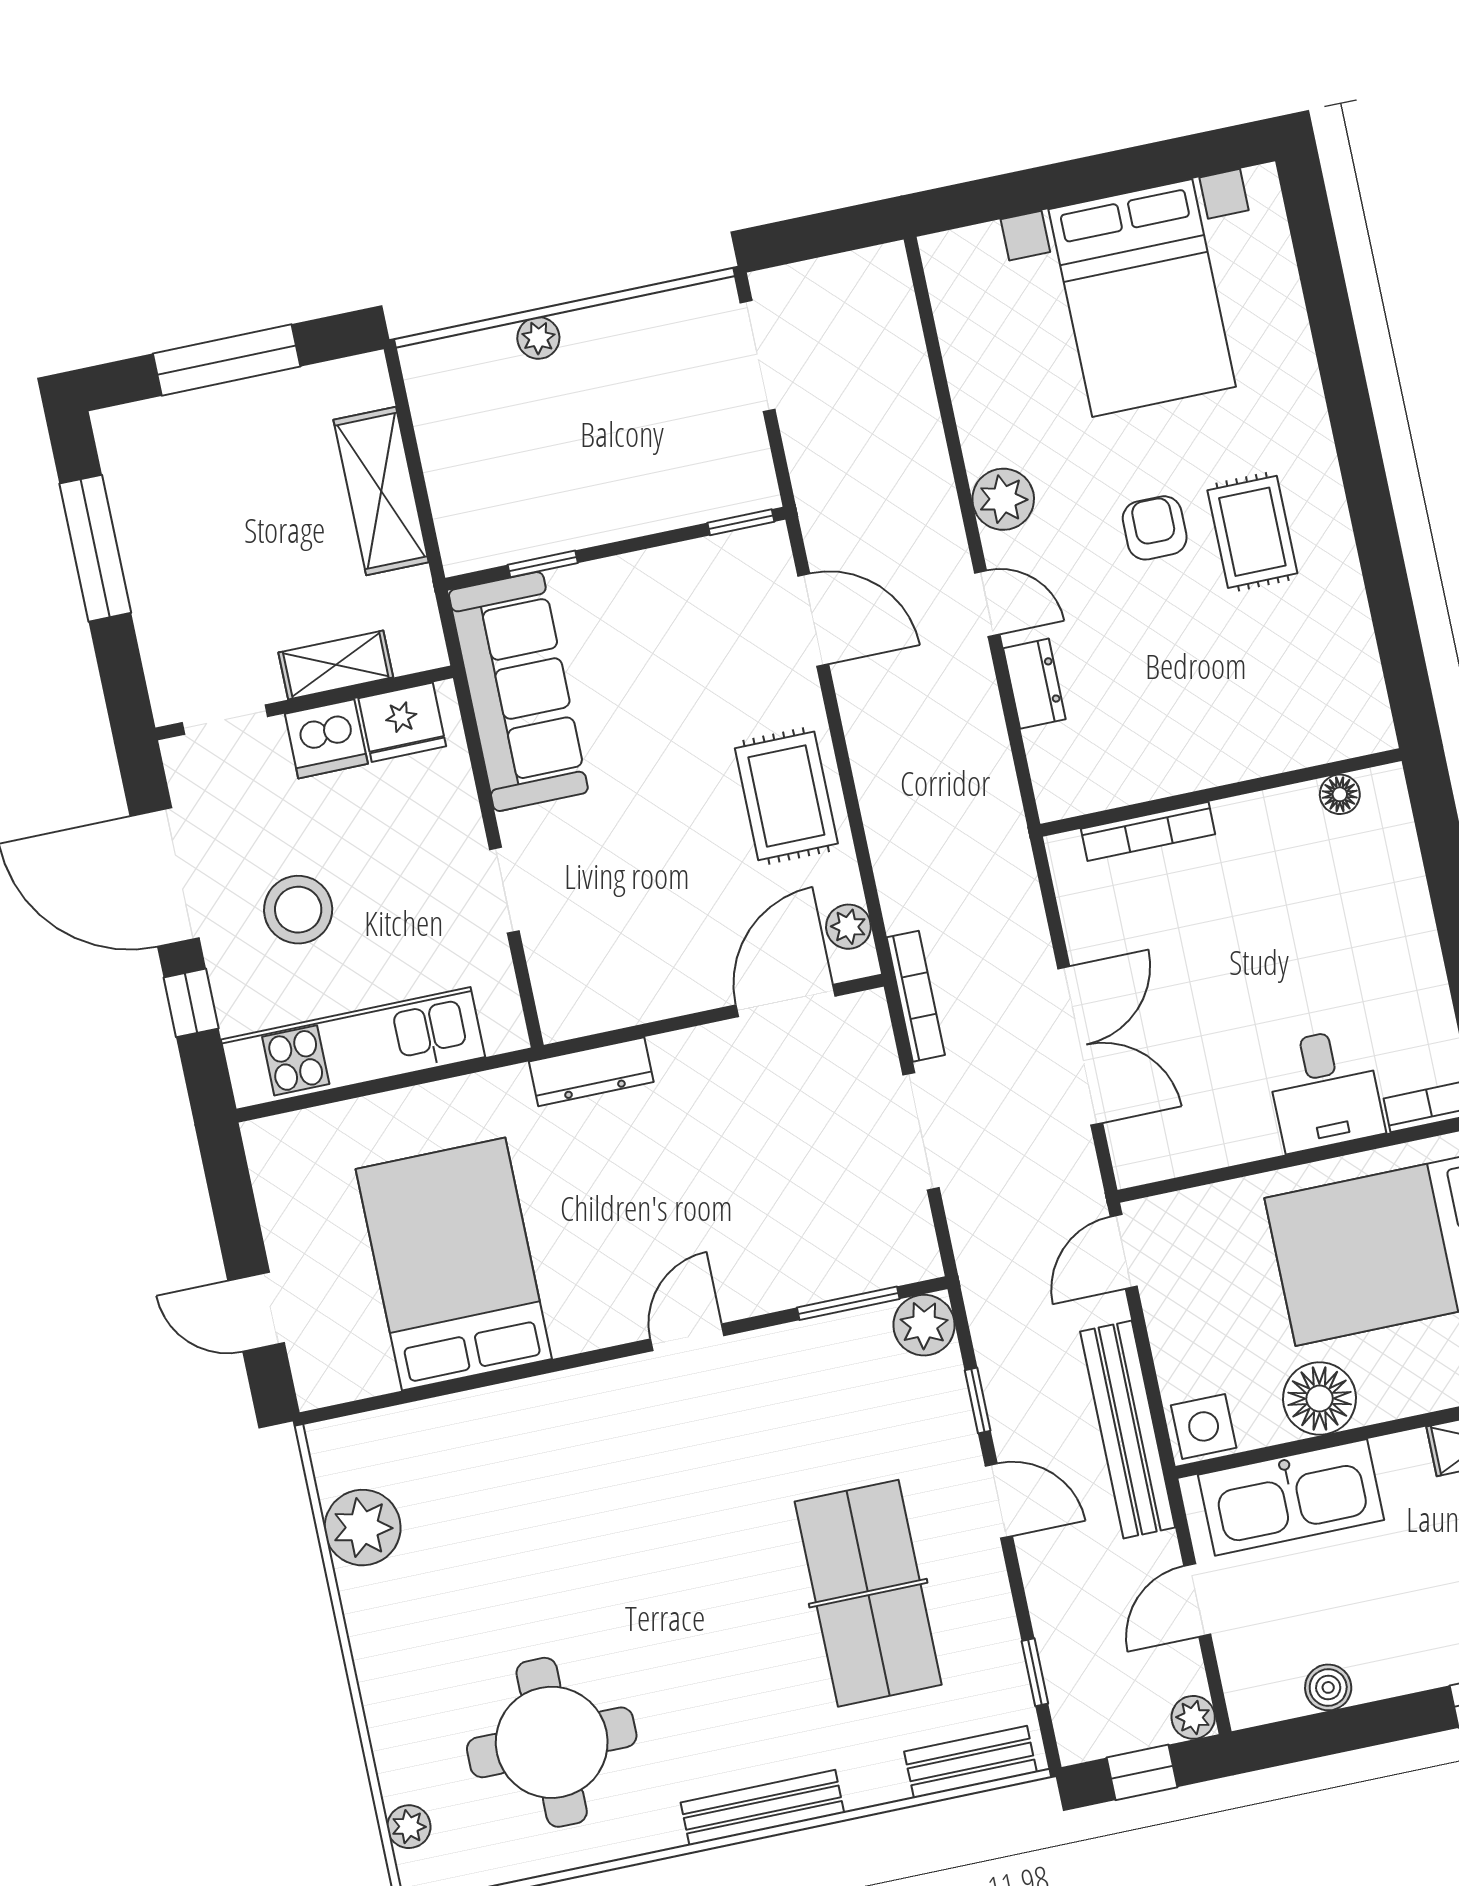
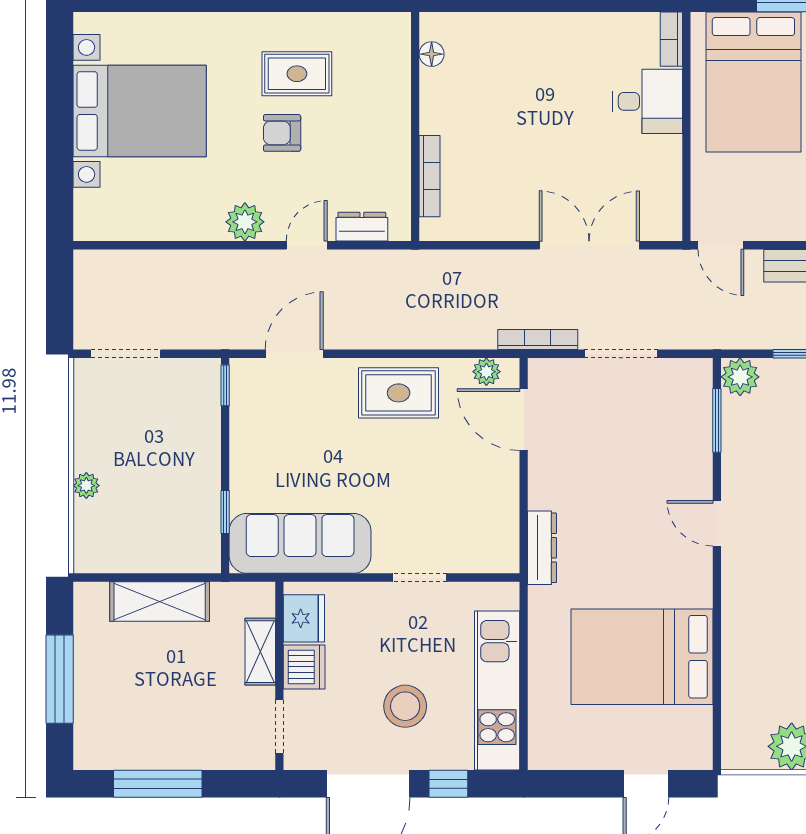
wall: (1221, 792) -> (415, 126), moved
floor lamp: (1340, 794) -> (432, 54), moved
bookcase: (1148, 831) -> (430, 176), moved

